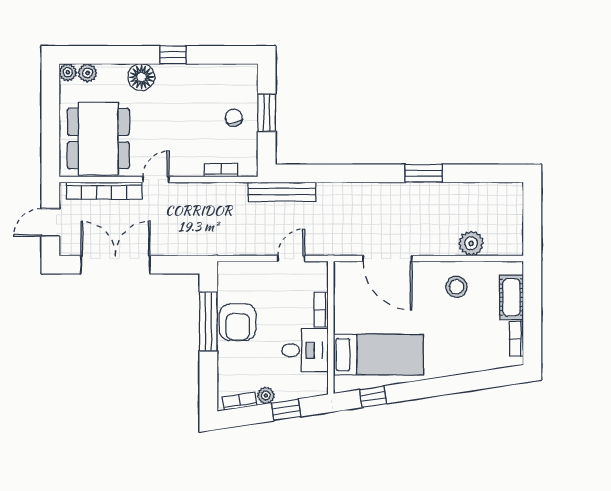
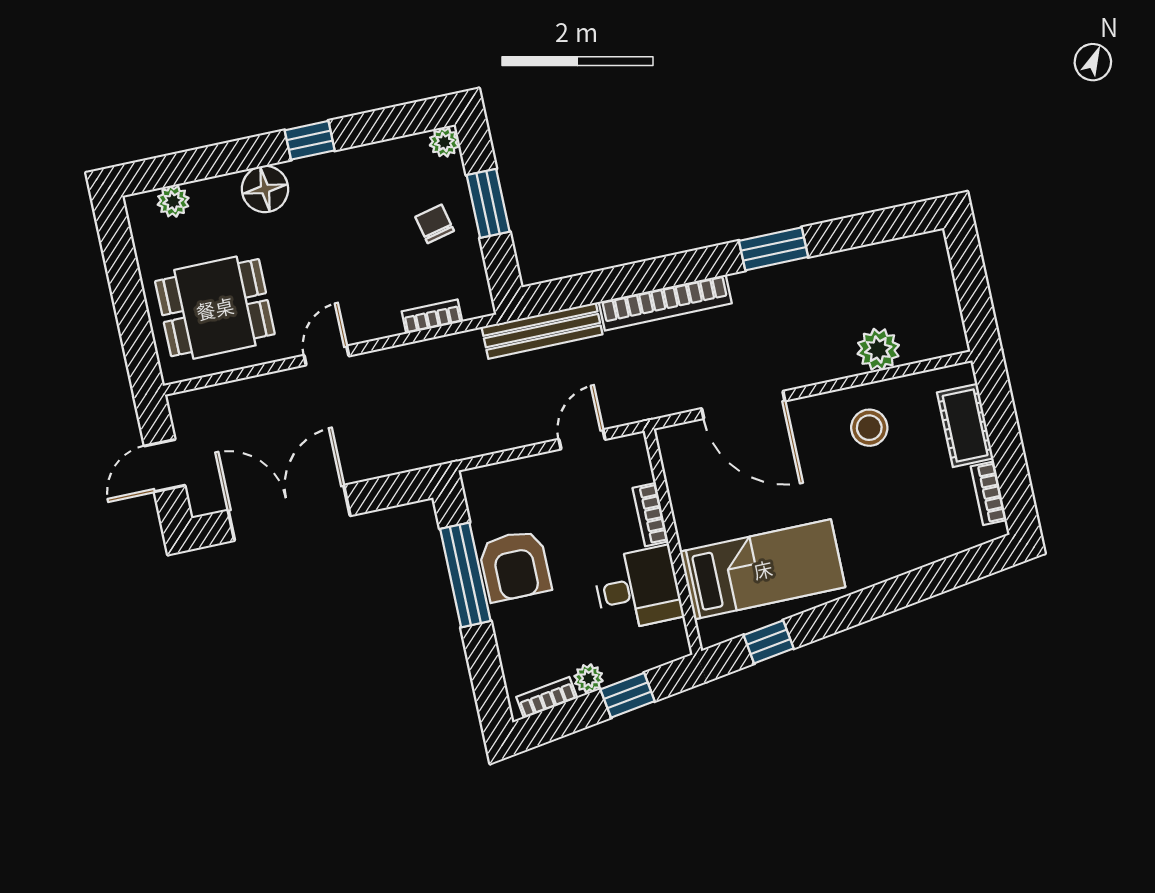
plant: (68, 72) -> (444, 142), moved
dining table: (98, 139) -> (215, 308), width x0.73
bookcase: (104, 191) -> (665, 303), moved

